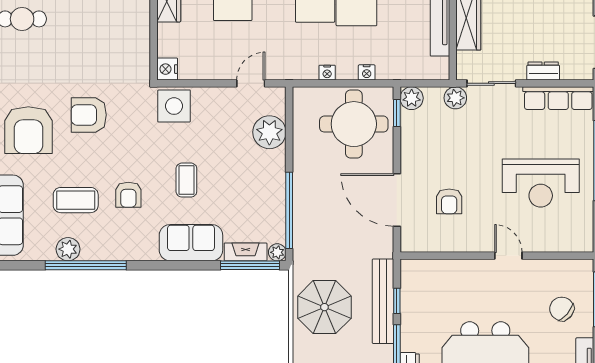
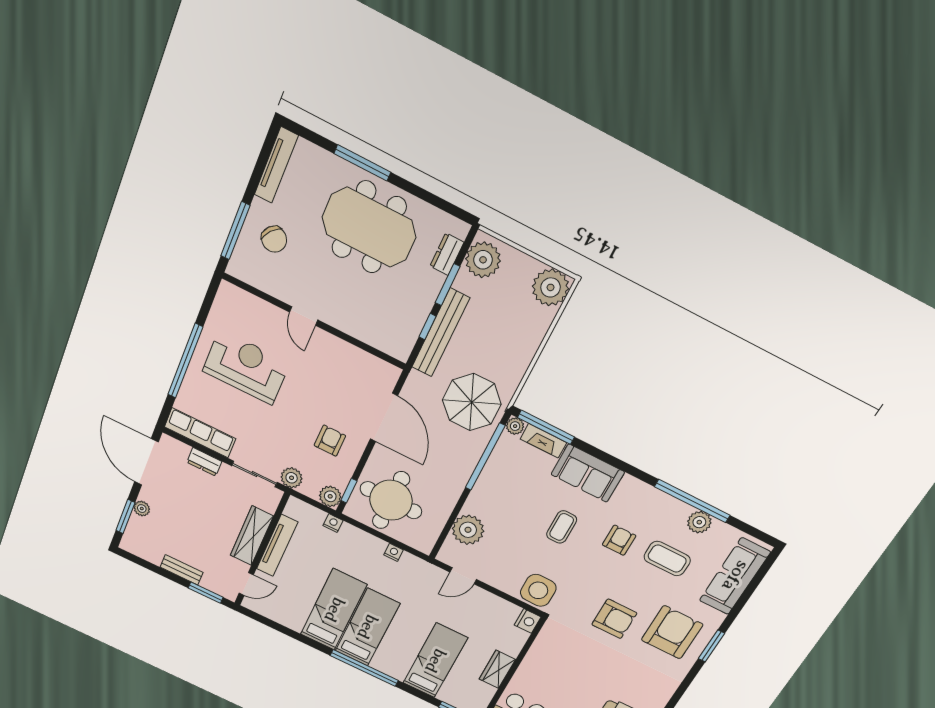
nightstand: (367, 72) -> (333, 523), moved
armchair: (449, 201) -> (330, 441), moved
parasol: (324, 307) -> (472, 402), moved

